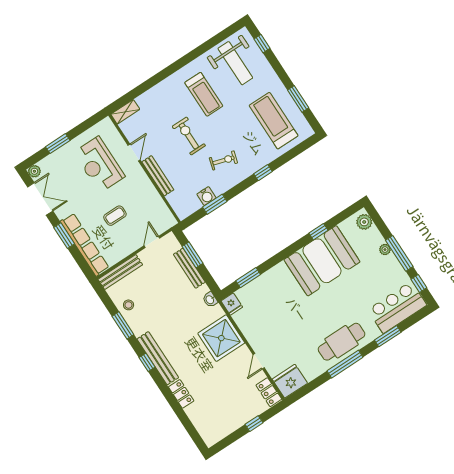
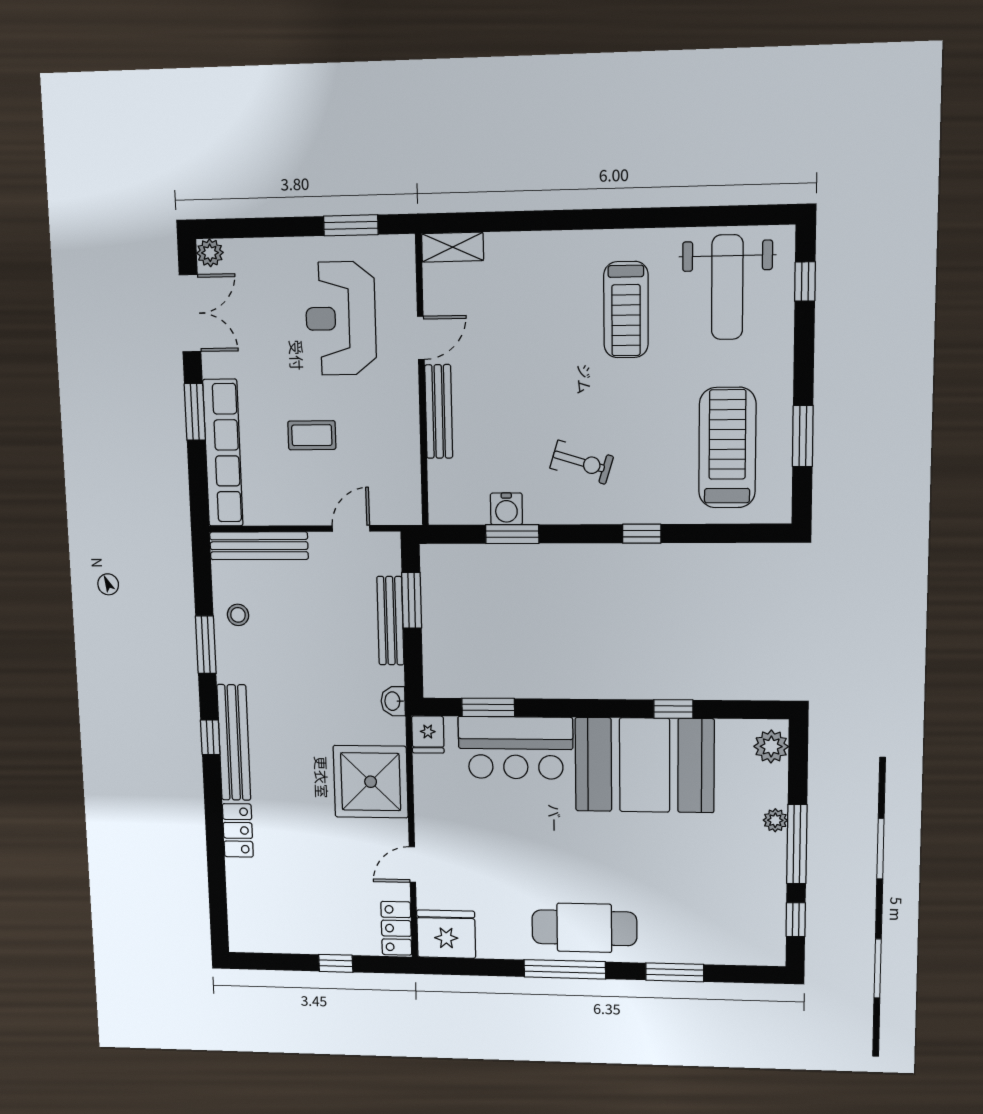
exercise bike: (189, 136) -> (545, 373), removed
window: (58, 144) -> (351, 225), moved
bar counter: (397, 307) -> (516, 748), moved, turned 180

